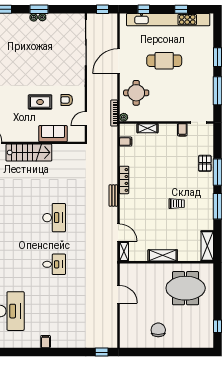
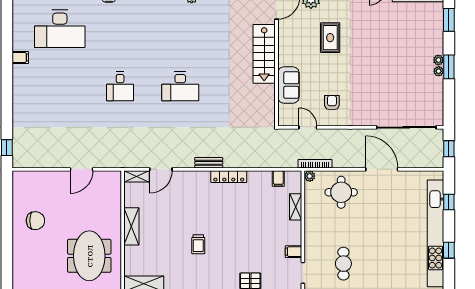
cafe table: (164, 61) -> (343, 264), moved, width x0.73, depth x0.74
rug: (40, 102) -> (330, 38), moved
filing cabinet: (46, 342) -> (20, 57), moved

